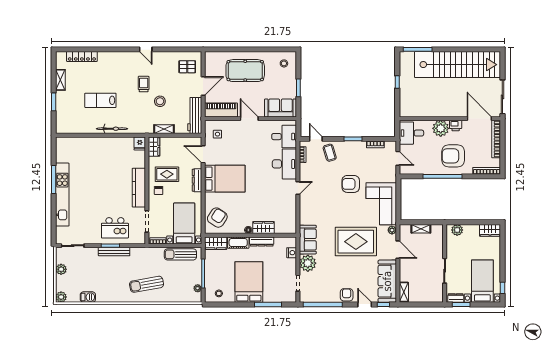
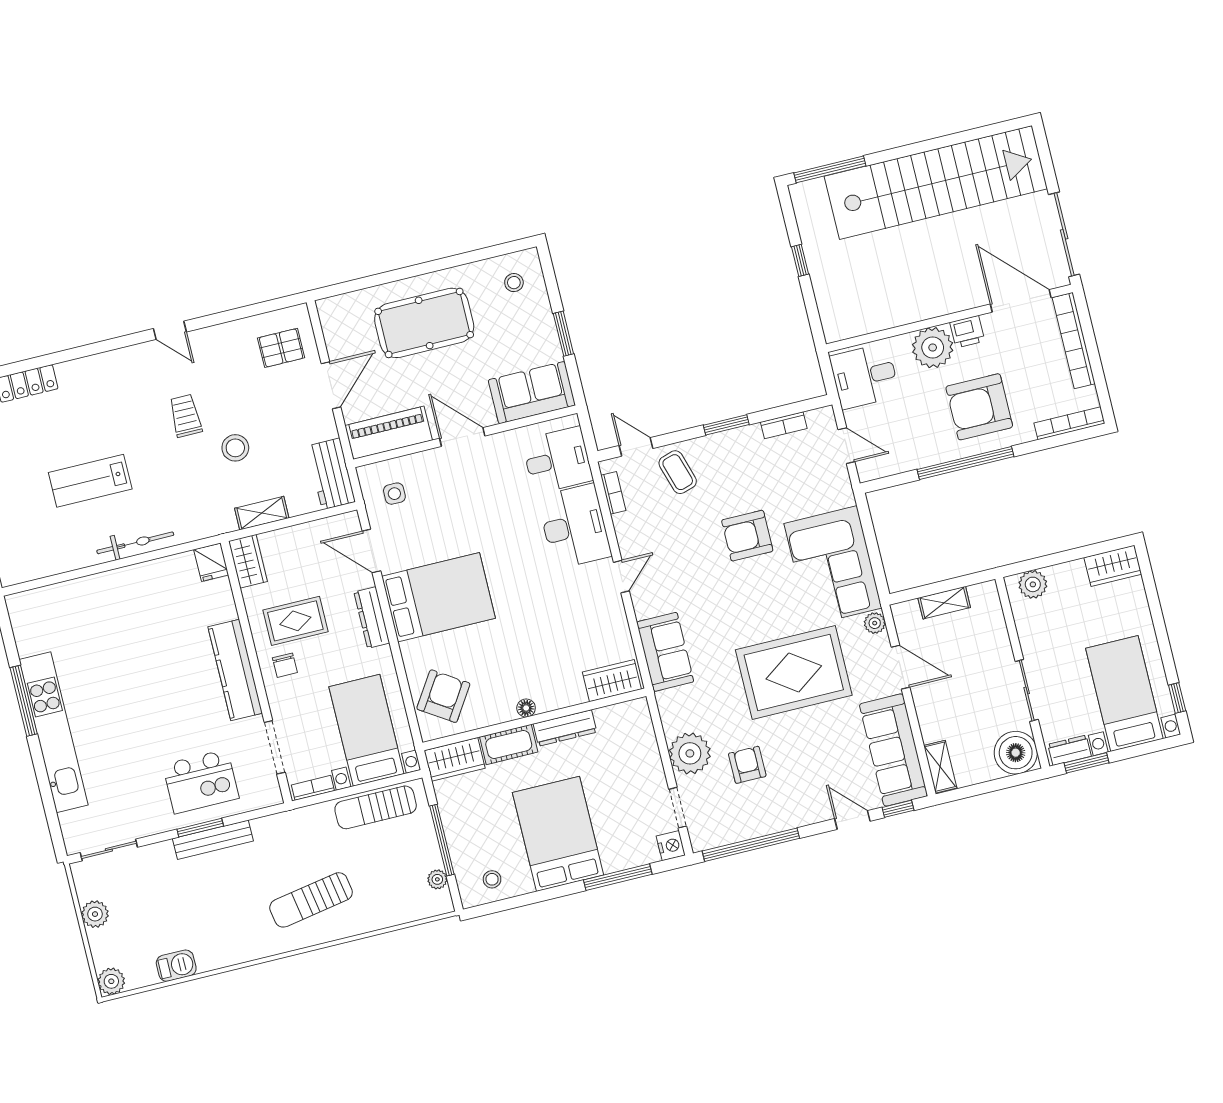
workbench: (195, 116) -> (331, 474), width x0.73
wardrobe: (263, 227) -> (612, 681), moved
sofa: (308, 240) -> (665, 652), moved
nightstand: (292, 253) -> (671, 846), moved
boiler: (435, 294) -> (1016, 753), added
armchair: (347, 295) -> (747, 765), moved

